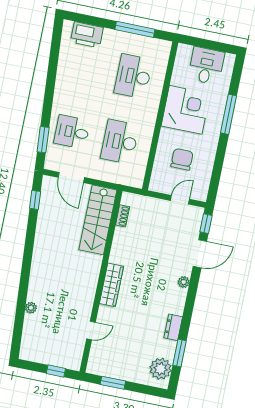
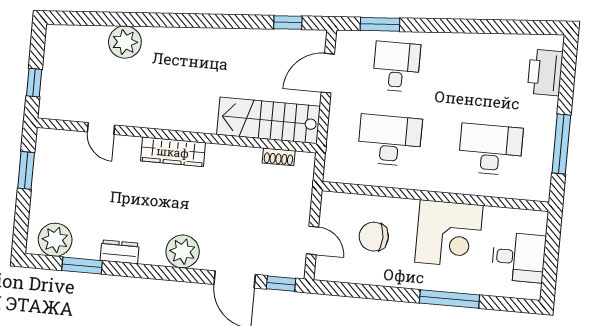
chair: (182, 159) -> (374, 237), turned 180
plant: (184, 282) -> (183, 251), width x1.87, depth x1.87
plant: (31, 308) -> (125, 42), width x1.88, depth x1.88

